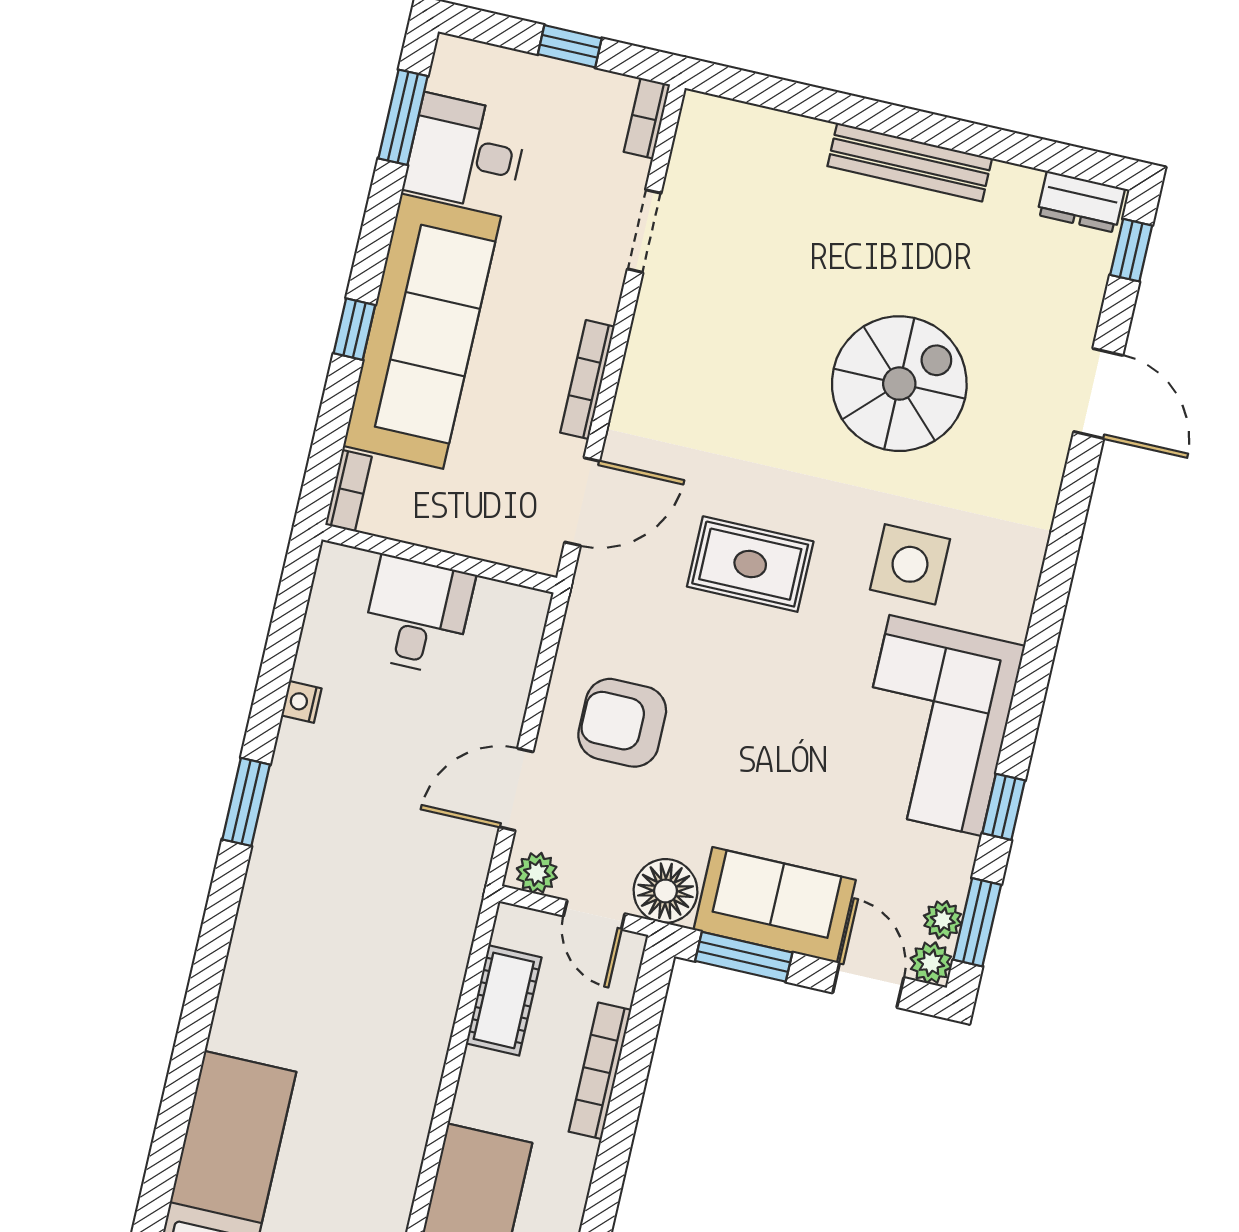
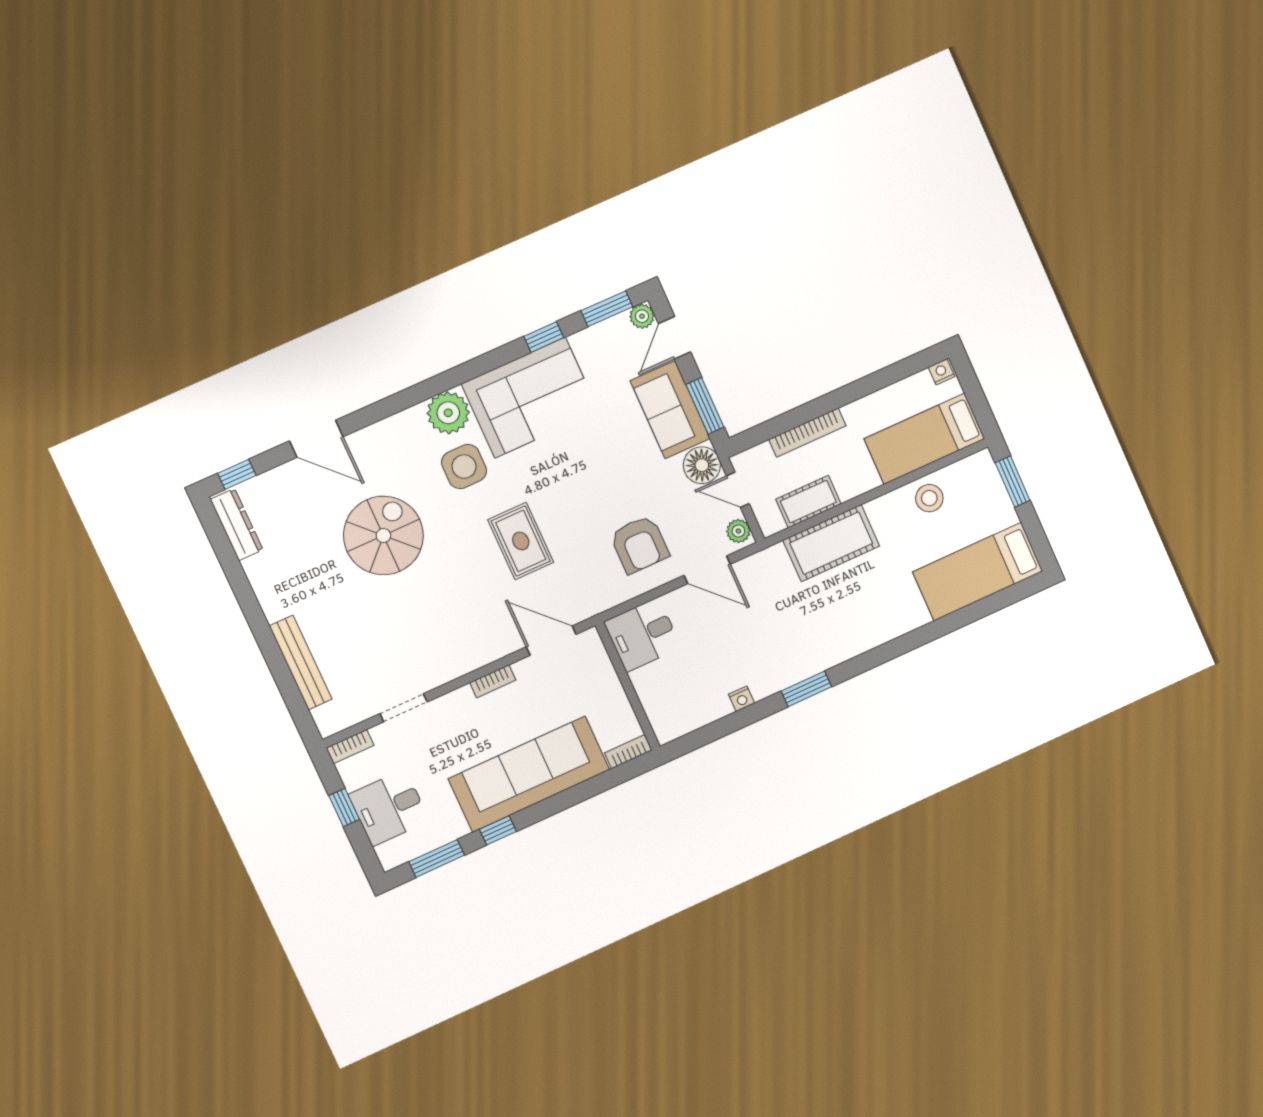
desk: (466, 153) -> (389, 808), moved, turned 90
bench: (910, 162) -> (301, 663), moved
dresser: (1081, 202) -> (237, 525), width x1.44
window: (354, 329) -> (498, 830), moved
bookcase: (587, 380) -> (493, 681), width x0.64
spiral stairs: (899, 384) -> (383, 536), turned 90
door: (1098, 393) -> (316, 439), swing flipped
desk: (417, 615) -> (643, 635), moved
door: (594, 915) -> (738, 490), swing flipped
plant: (943, 920) -> (448, 413), moved, width x1.88, depth x1.88
cot: (422, 989) -> (831, 543), added
stool: (381, 1173) -> (929, 498), added

